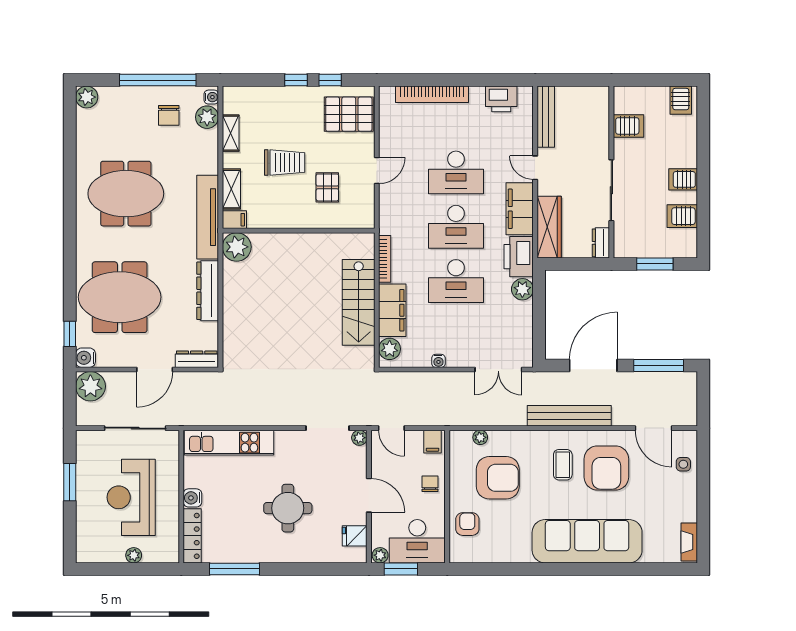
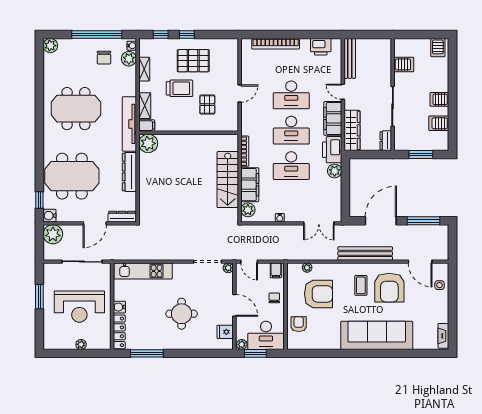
window: (330, 80) -> (161, 35), moved
pallet: (349, 114) -> (193, 61), moved
reception desk: (131, 497) -> (79, 307), turned -90

